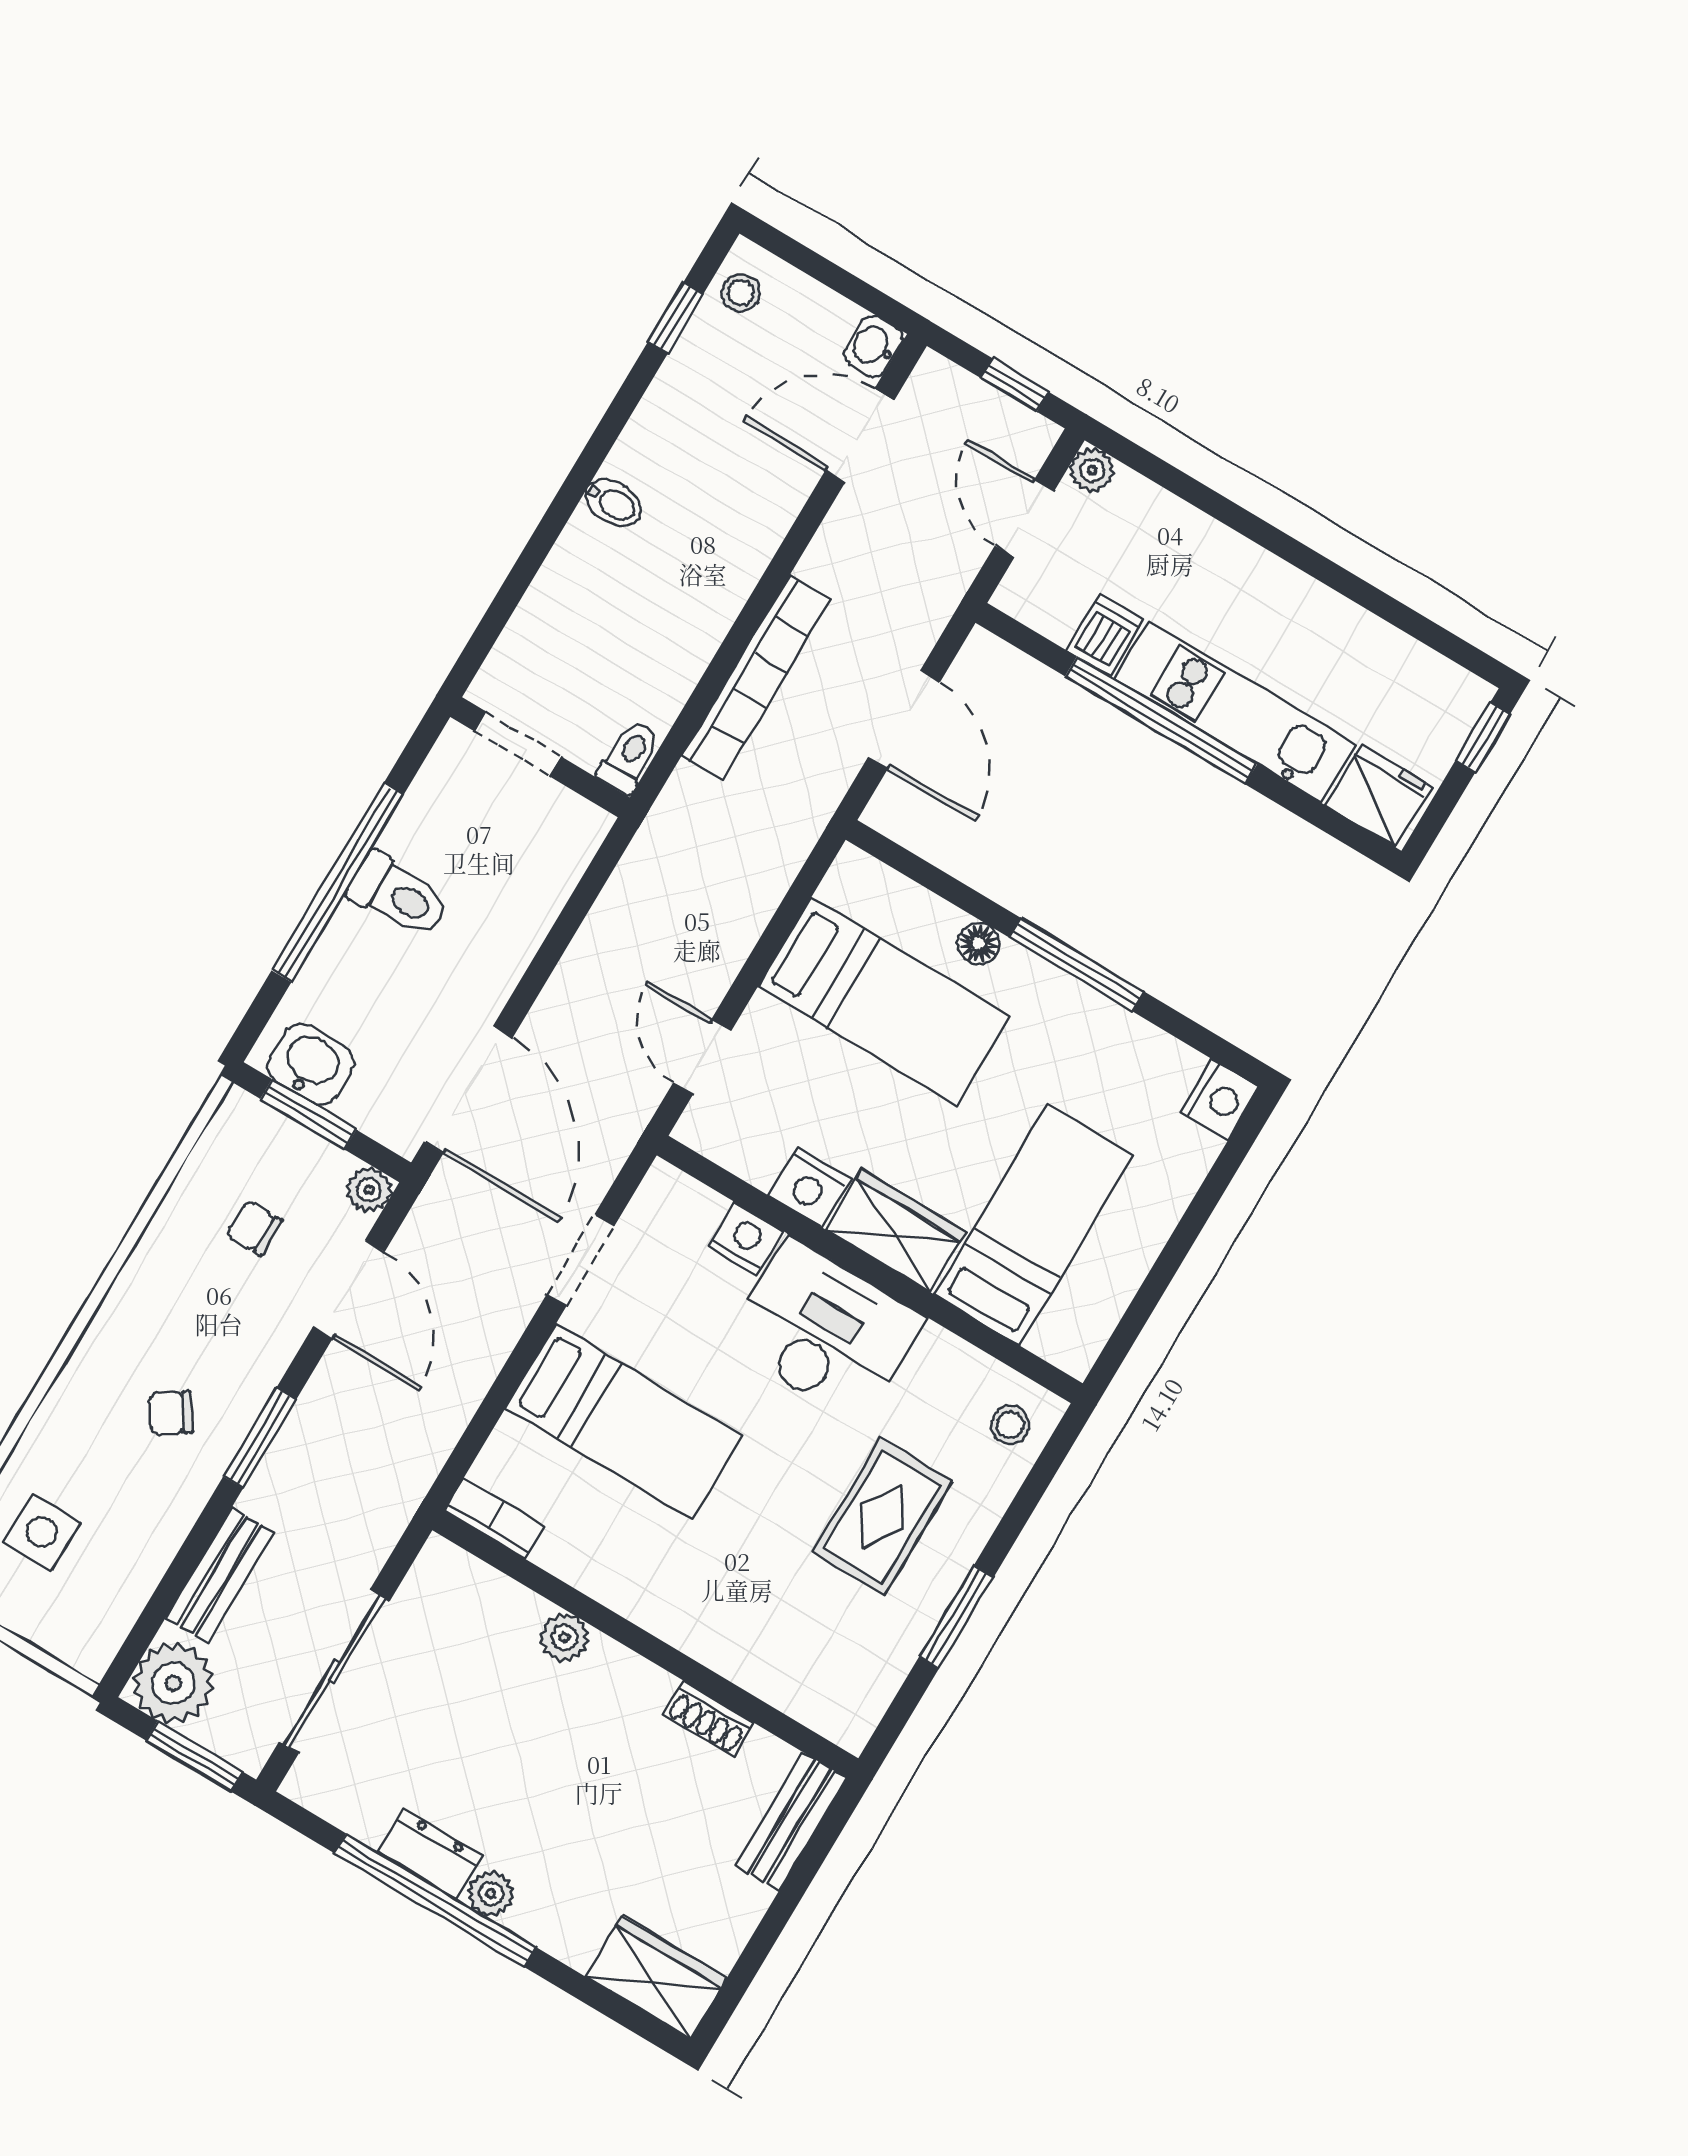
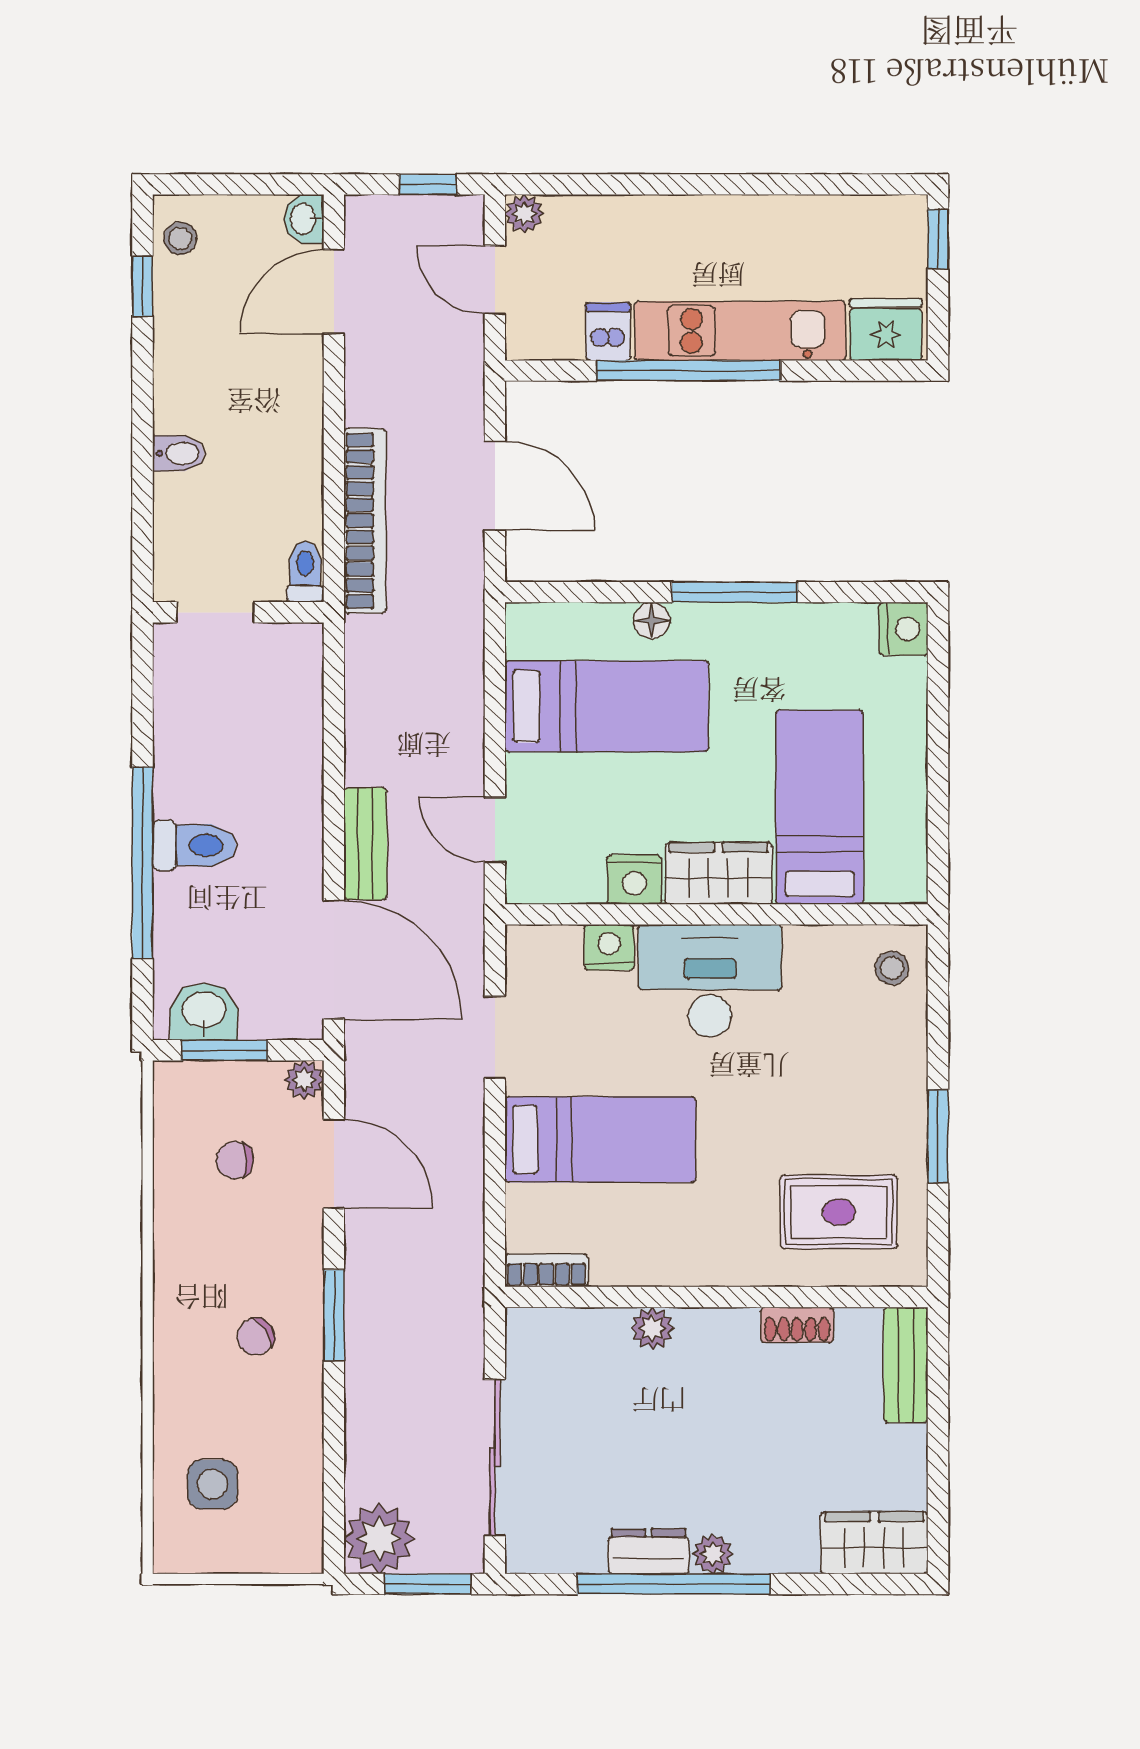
doorway: (517, 744) -> (215, 612), moved
wall: (540, 757) -> (238, 612), moved
toilet: (629, 757) -> (305, 572), moved
rug: (882, 1517) -> (839, 1212), moved, turned 90
bench: (220, 1575) -> (365, 844), moved

